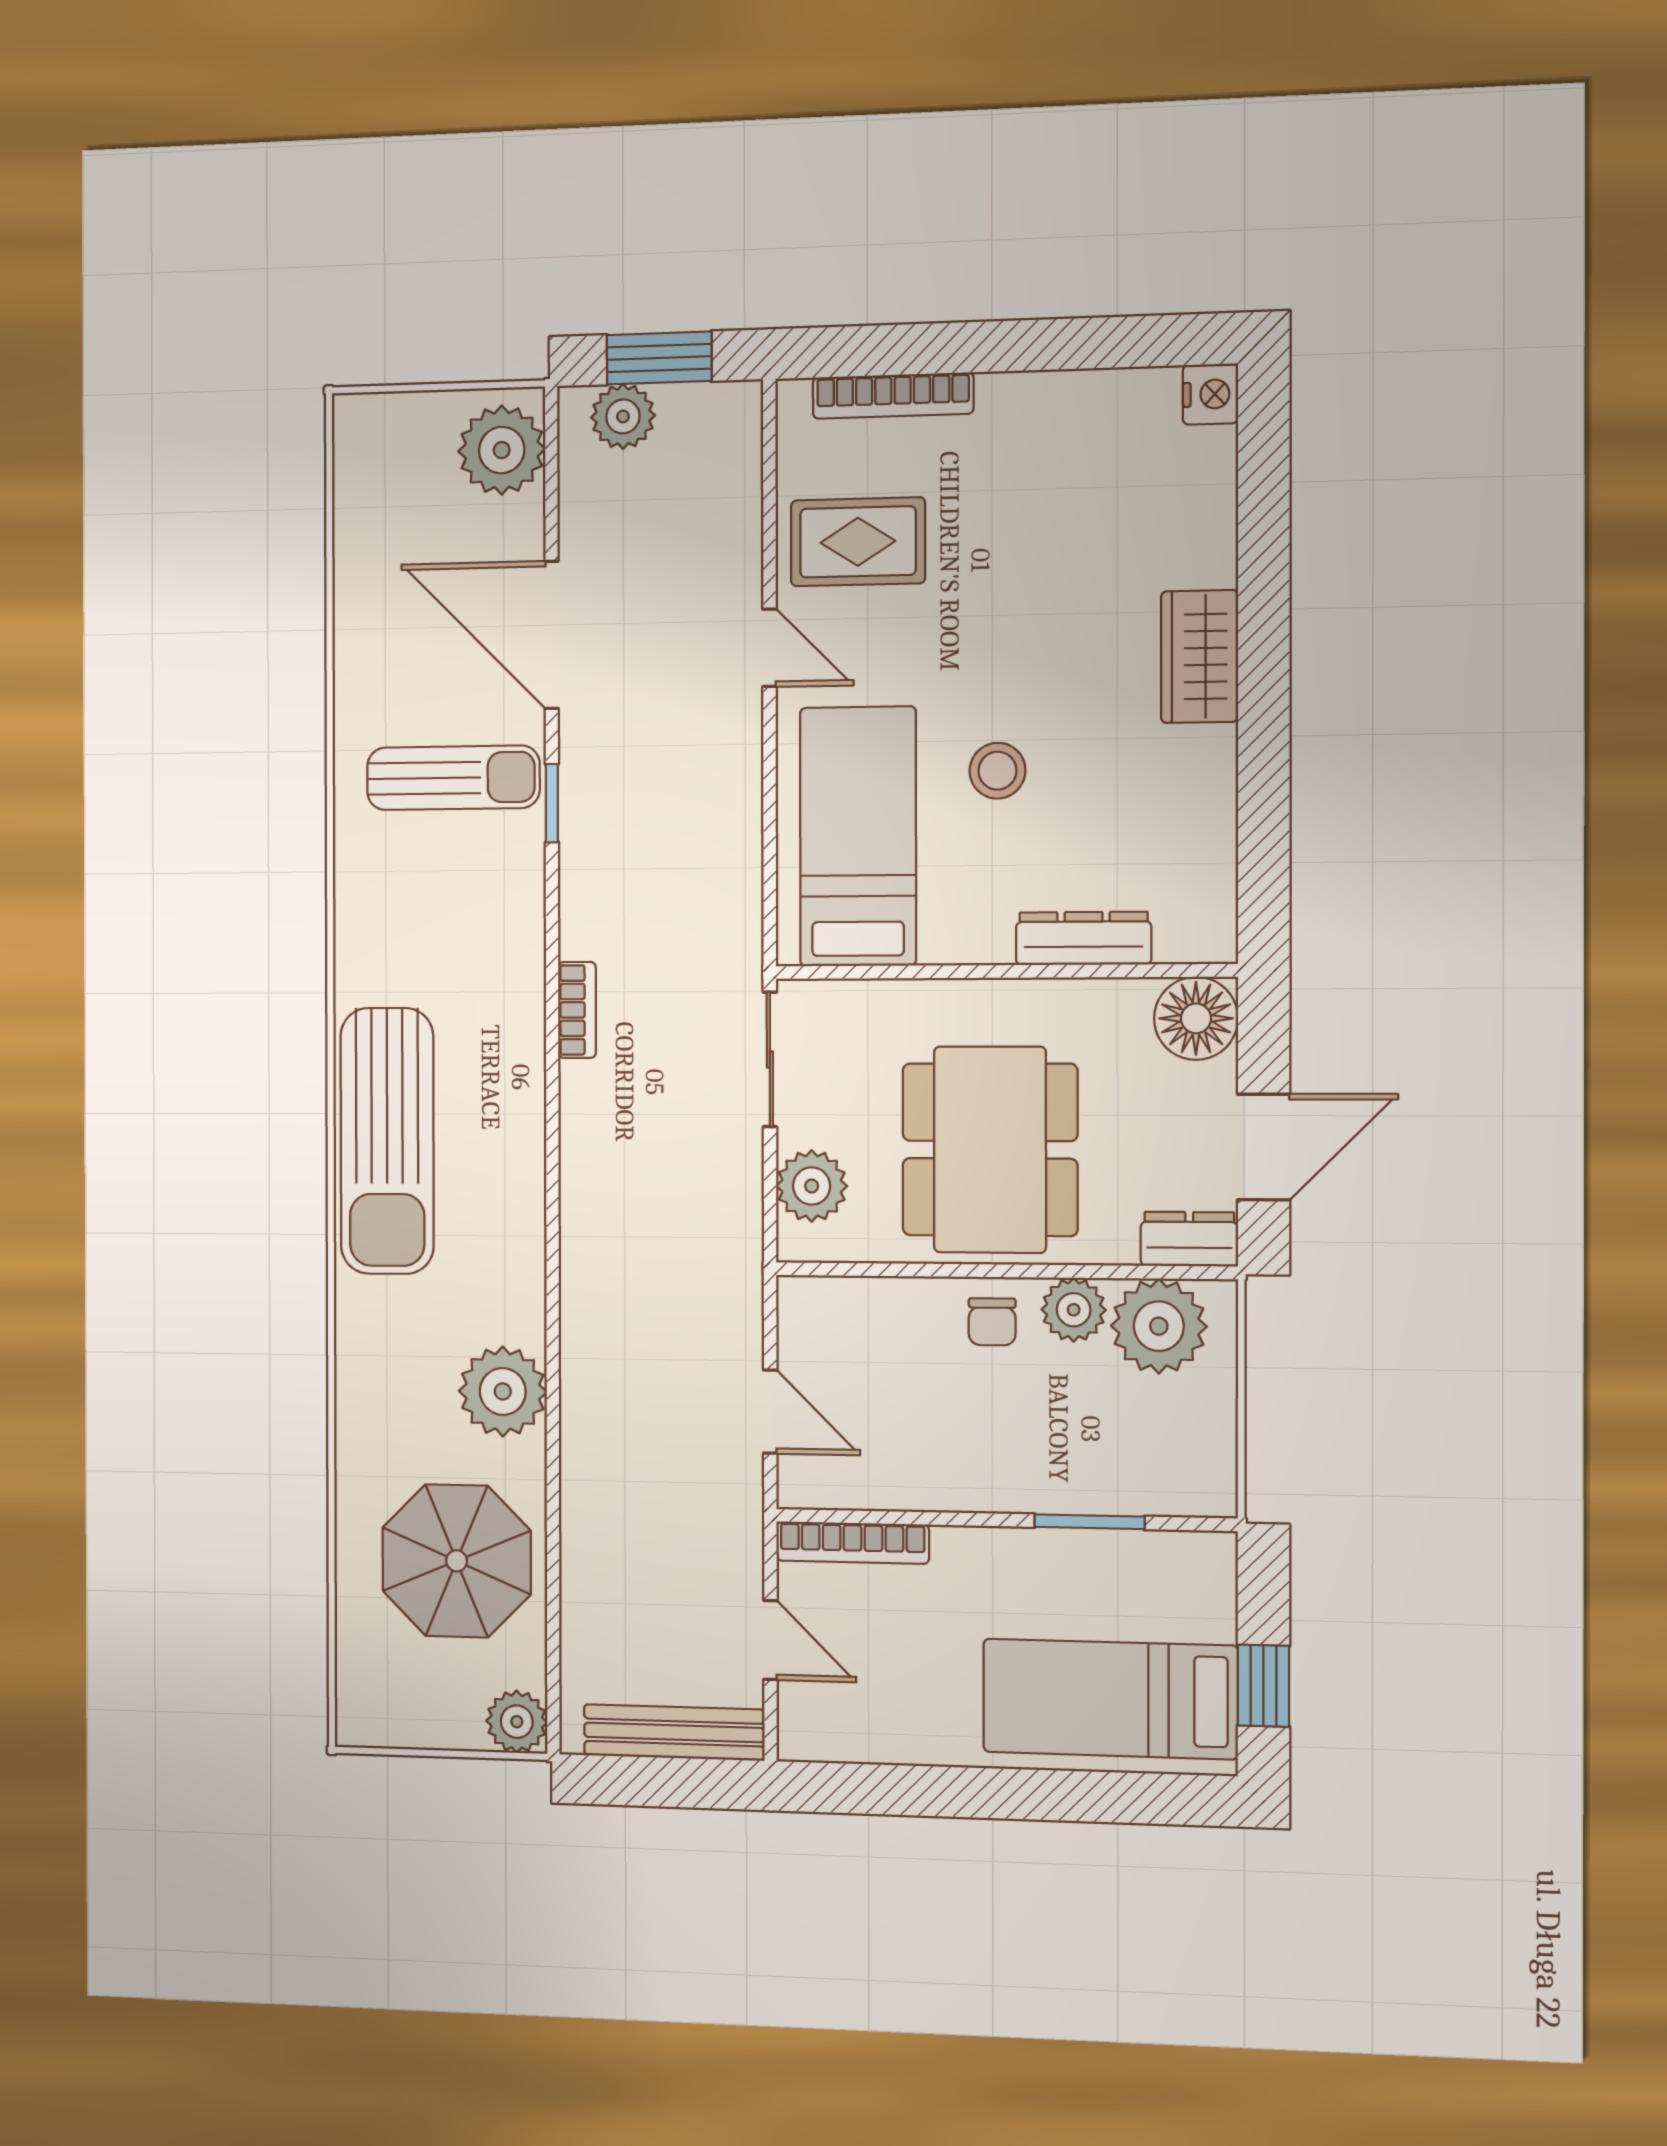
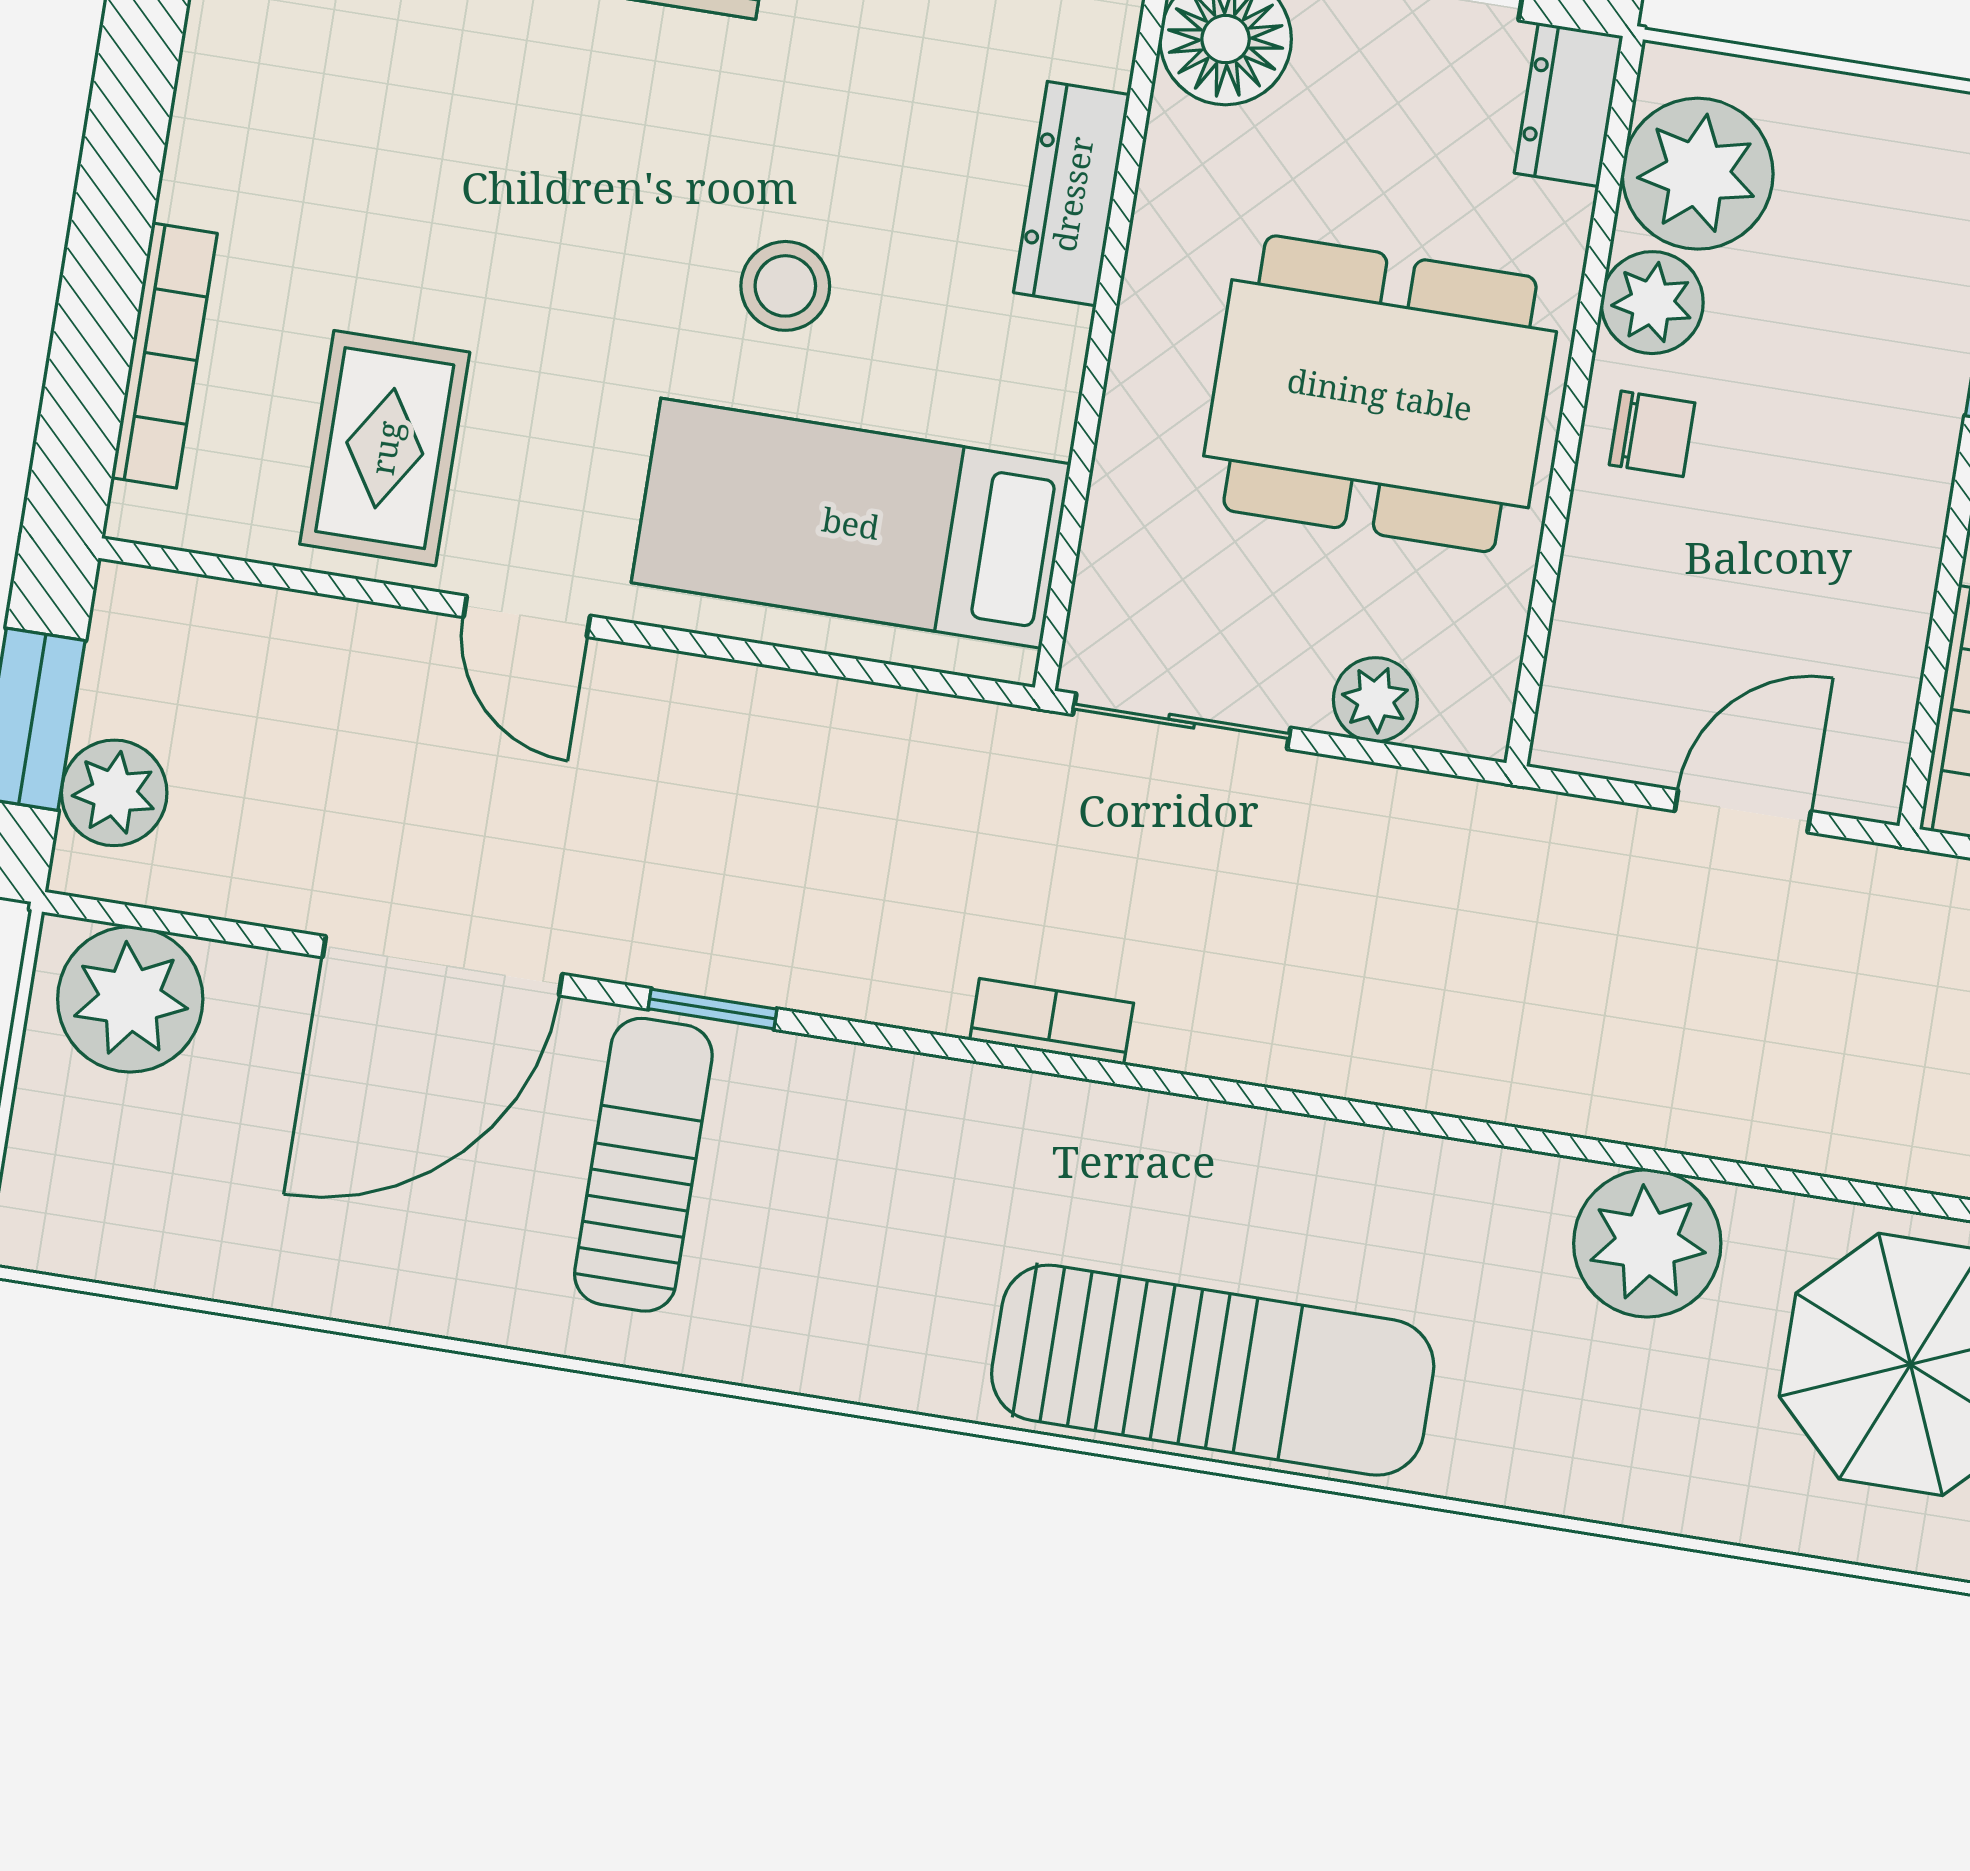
door: (769, 648) -> (527, 616), swing flipped
plant: (812, 1186) -> (1375, 700), width x0.73, depth x0.73

